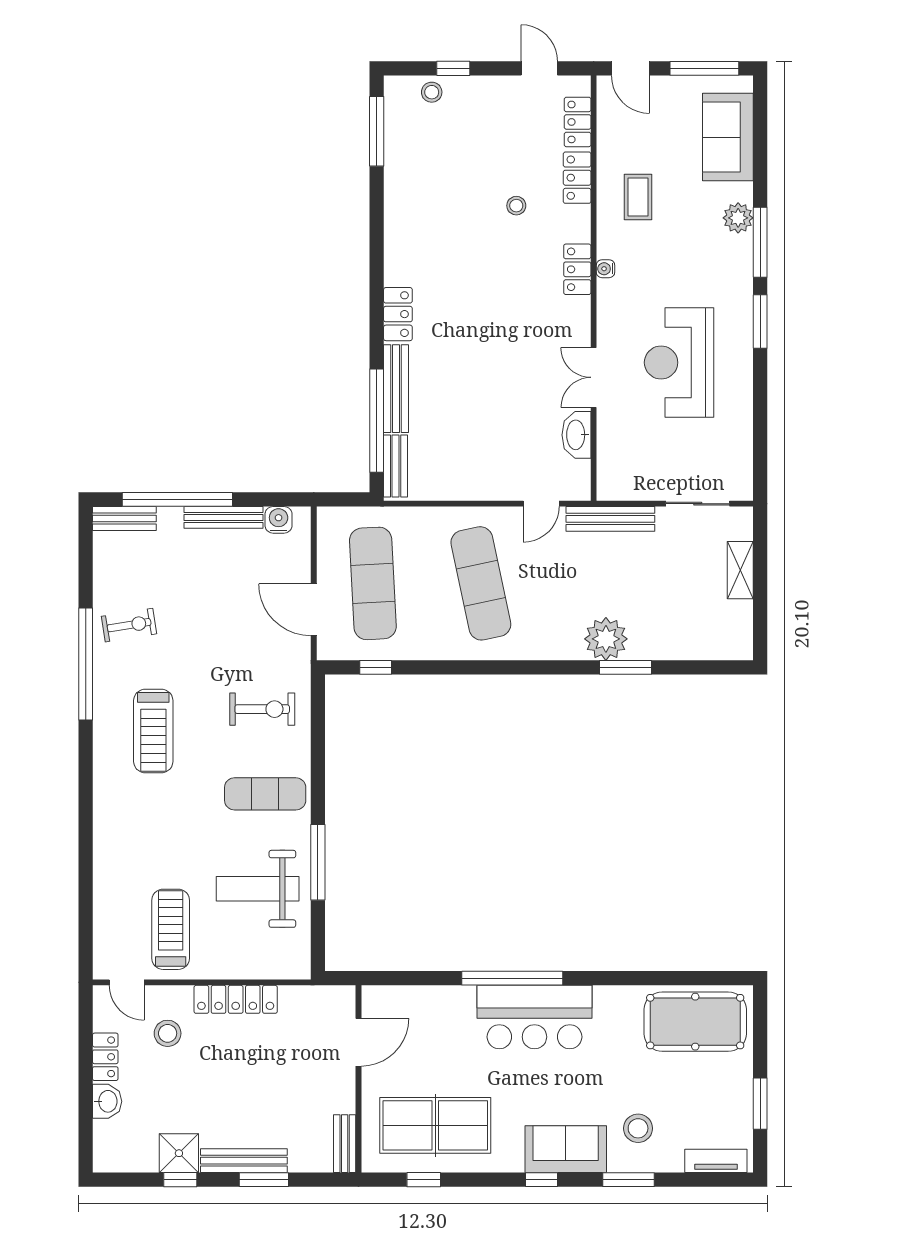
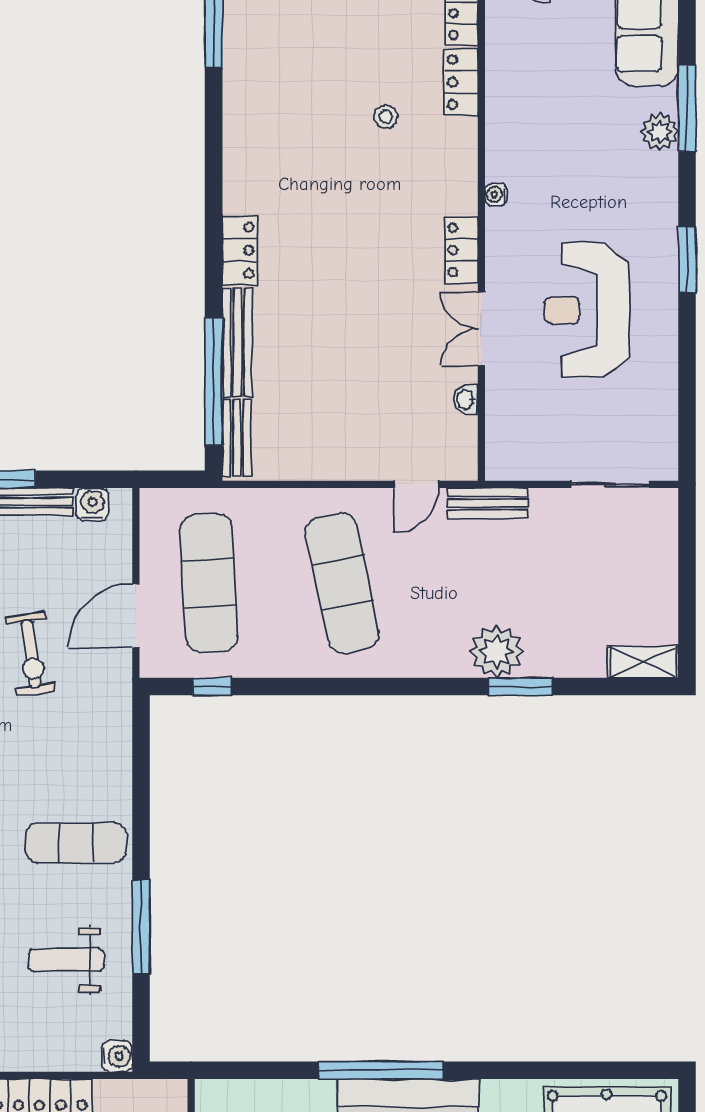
coffee table: (638, 197) -> (536, 106), removed
window: (760, 242) -> (687, 108), moved
locker: (577, 269) -> (461, 250), moved
washbasin: (577, 435) -> (466, 400), width x0.52, depth x0.69
bench: (610, 519) -> (487, 503), width x0.73
shelving: (740, 570) -> (643, 662), moved, turned 90
door: (314, 610) -> (136, 615), hinge flipped
exercise bike: (262, 709) -> (31, 654), moved, turned 82
weight bench: (258, 889) -> (67, 960), width x0.73, depth x0.75
water cooler: (298, 967) -> (117, 1056), added

